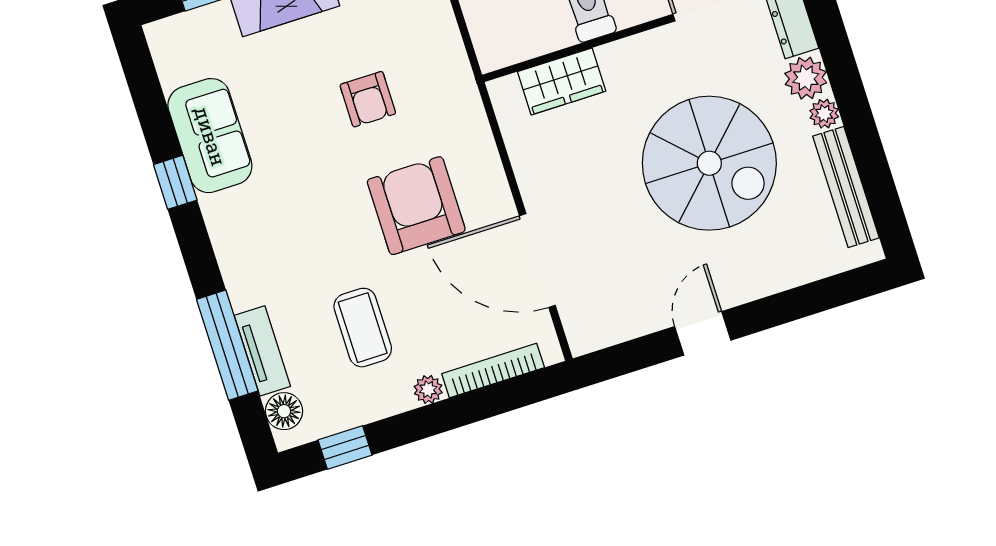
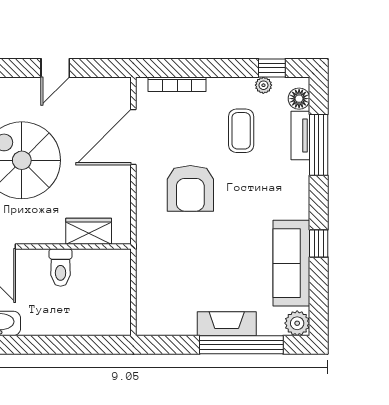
plant: (169, 39) -> (297, 323), added
armchair: (368, 99) -> (198, 255), removed
sofa: (210, 136) -> (291, 263), width x1.36
door: (537, 261) -> (133, 137), swing flipped
plant: (428, 389) -> (263, 85), moved

